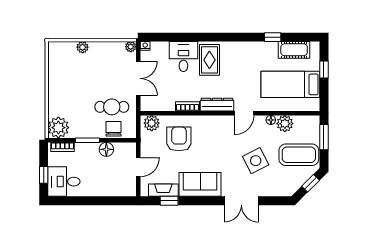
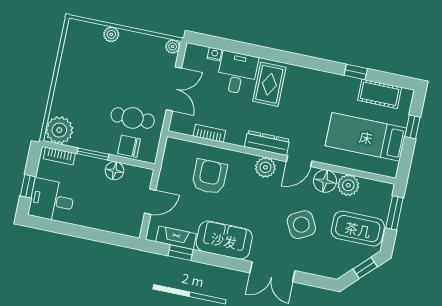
nightstand: (145, 46) -> (215, 54), moved
bookcase: (188, 106) -> (209, 133), moved
floor lamp: (271, 120) -> (325, 181), width x1.89, depth x1.89
plant: (152, 123) -> (265, 167), moved
chair: (114, 129) -> (129, 146), turned -90

